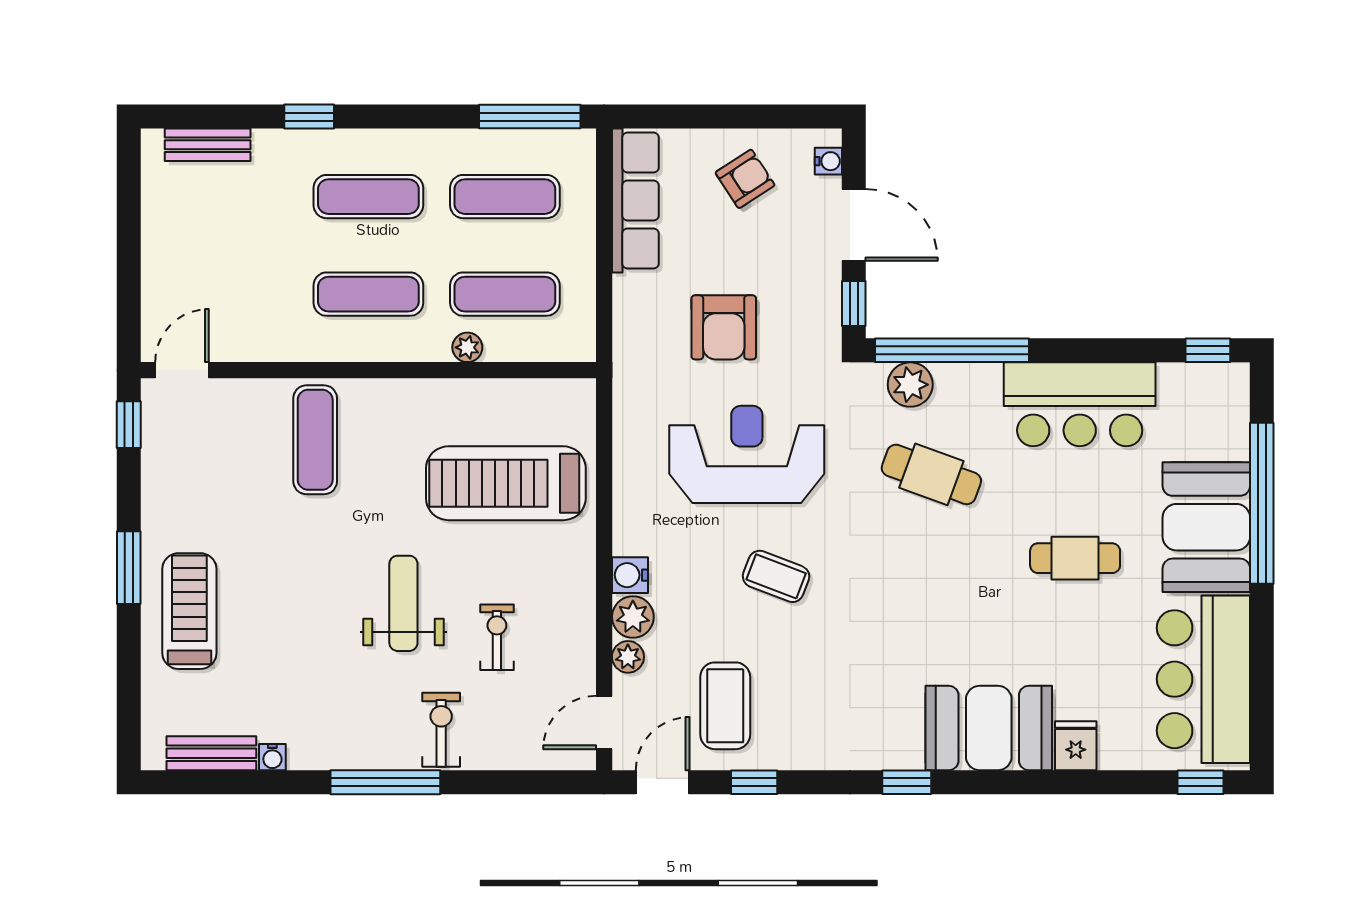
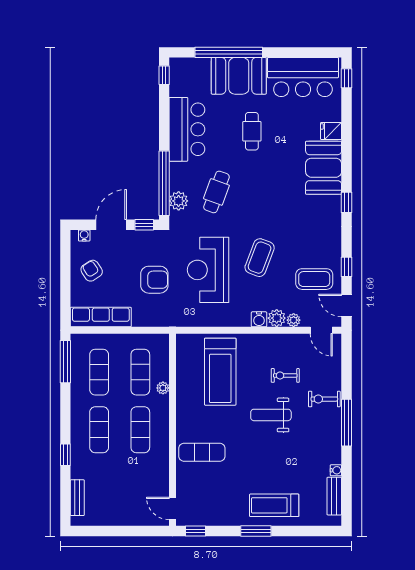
coffee table: (776, 576) -> (260, 258), width x1.36, depth x1.30

